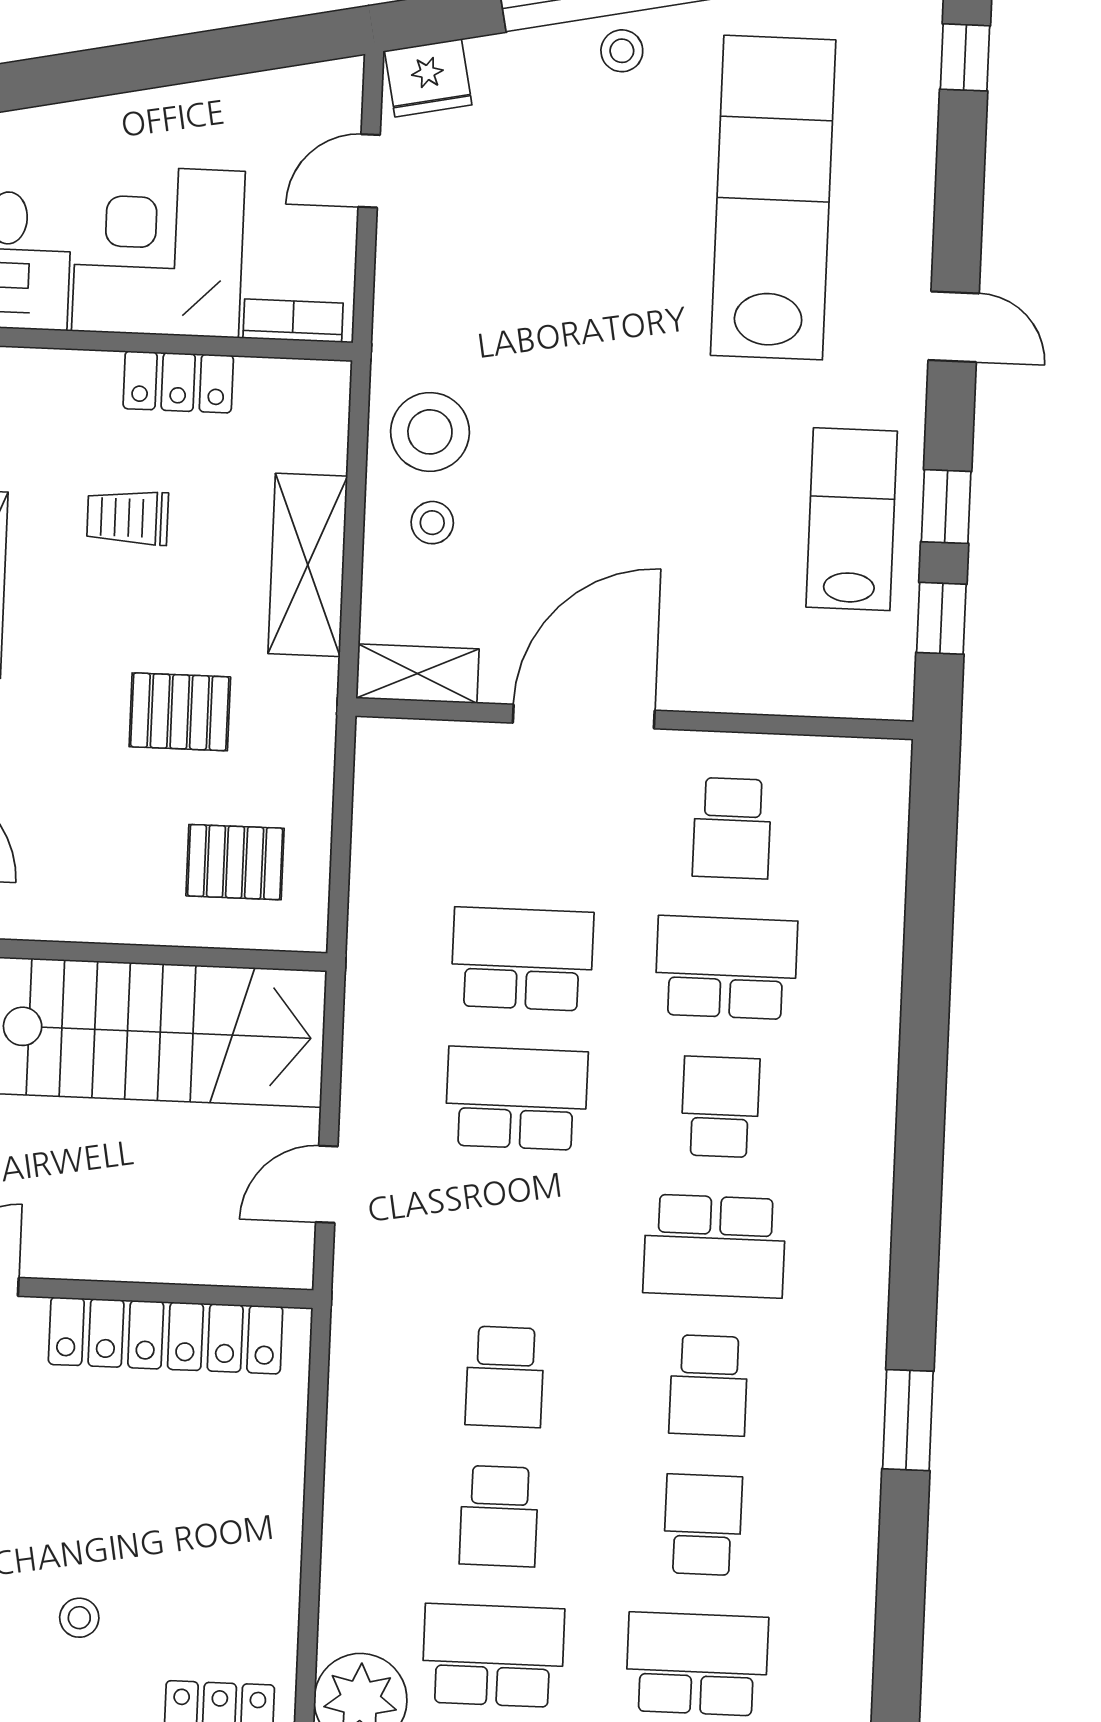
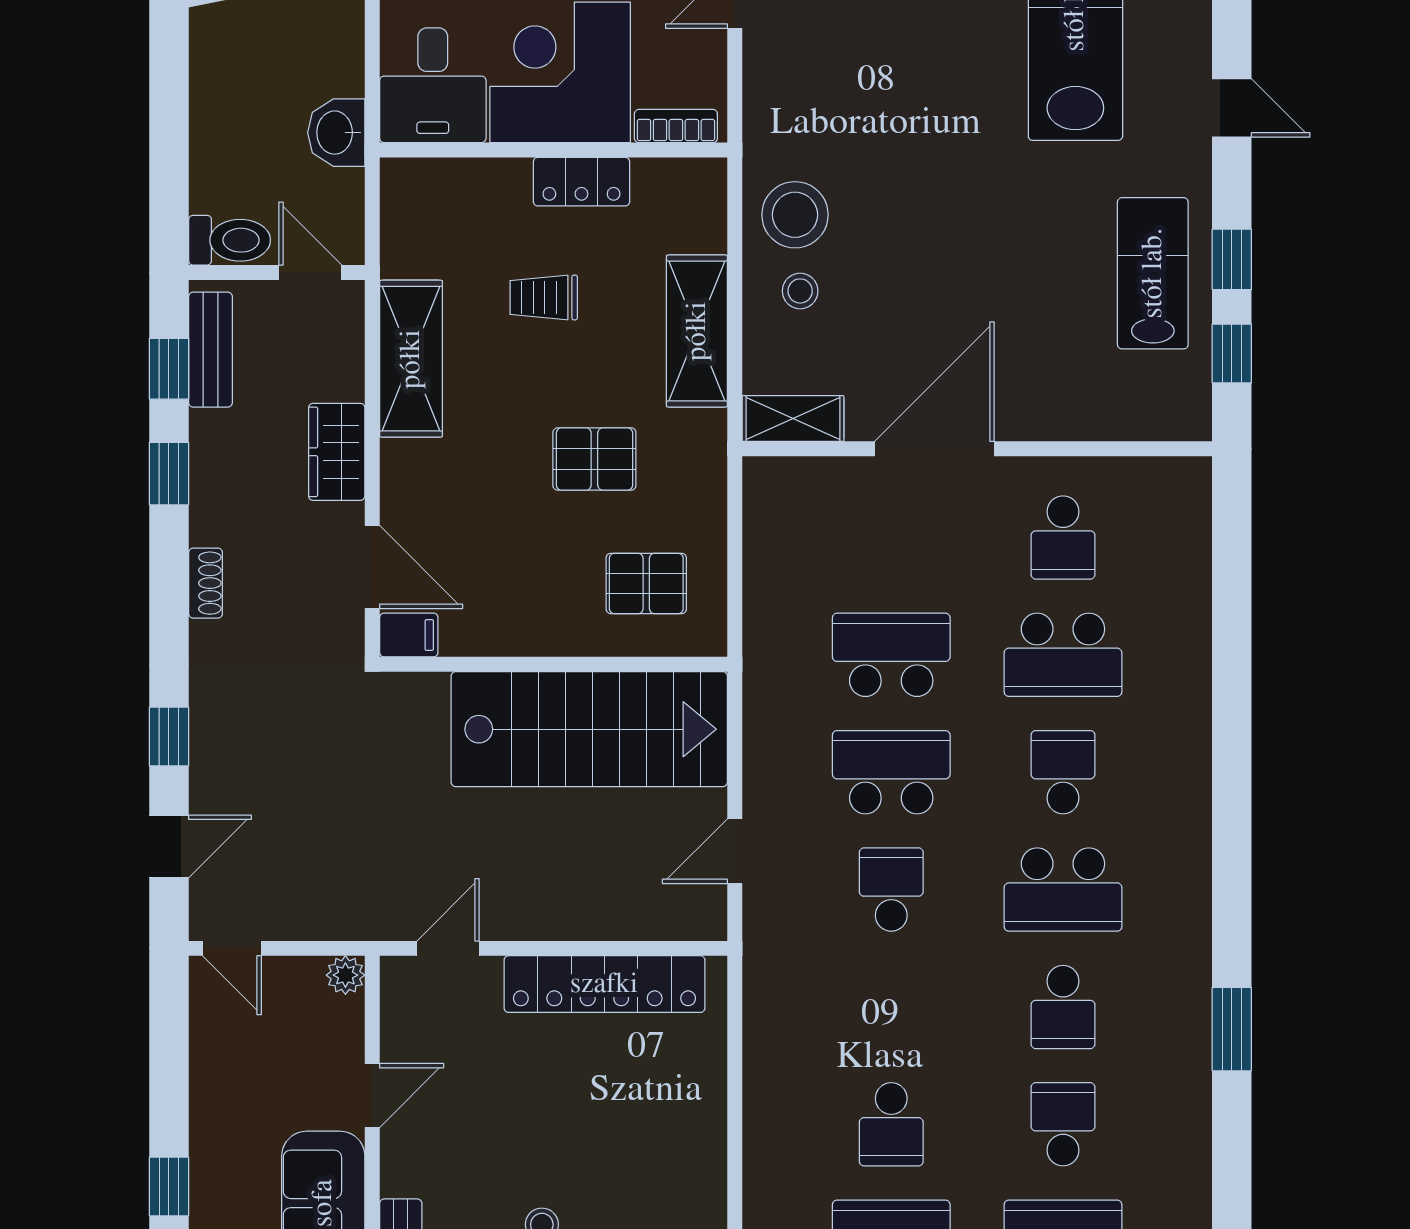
school desk: (726, 968) -> (1063, 655), turned 180
school desk: (505, 1377) -> (891, 890), moved, turned 180

